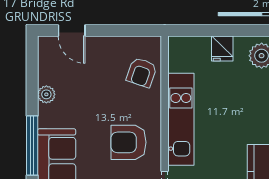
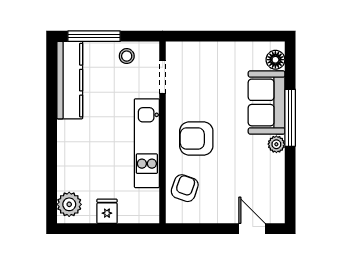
plant: (46, 94) -> (276, 144), moved
armchair: (129, 142) -> (196, 138), moved, turned 180

